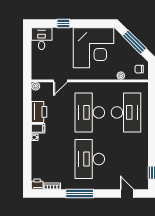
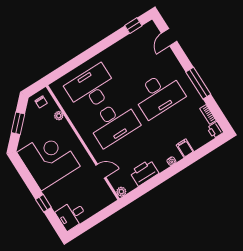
window: (134, 42) -> (18, 123), width x0.69
filing cabinet: (38, 128) -> (185, 148), moved

